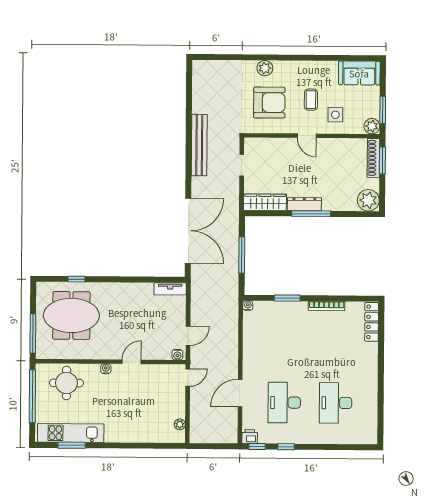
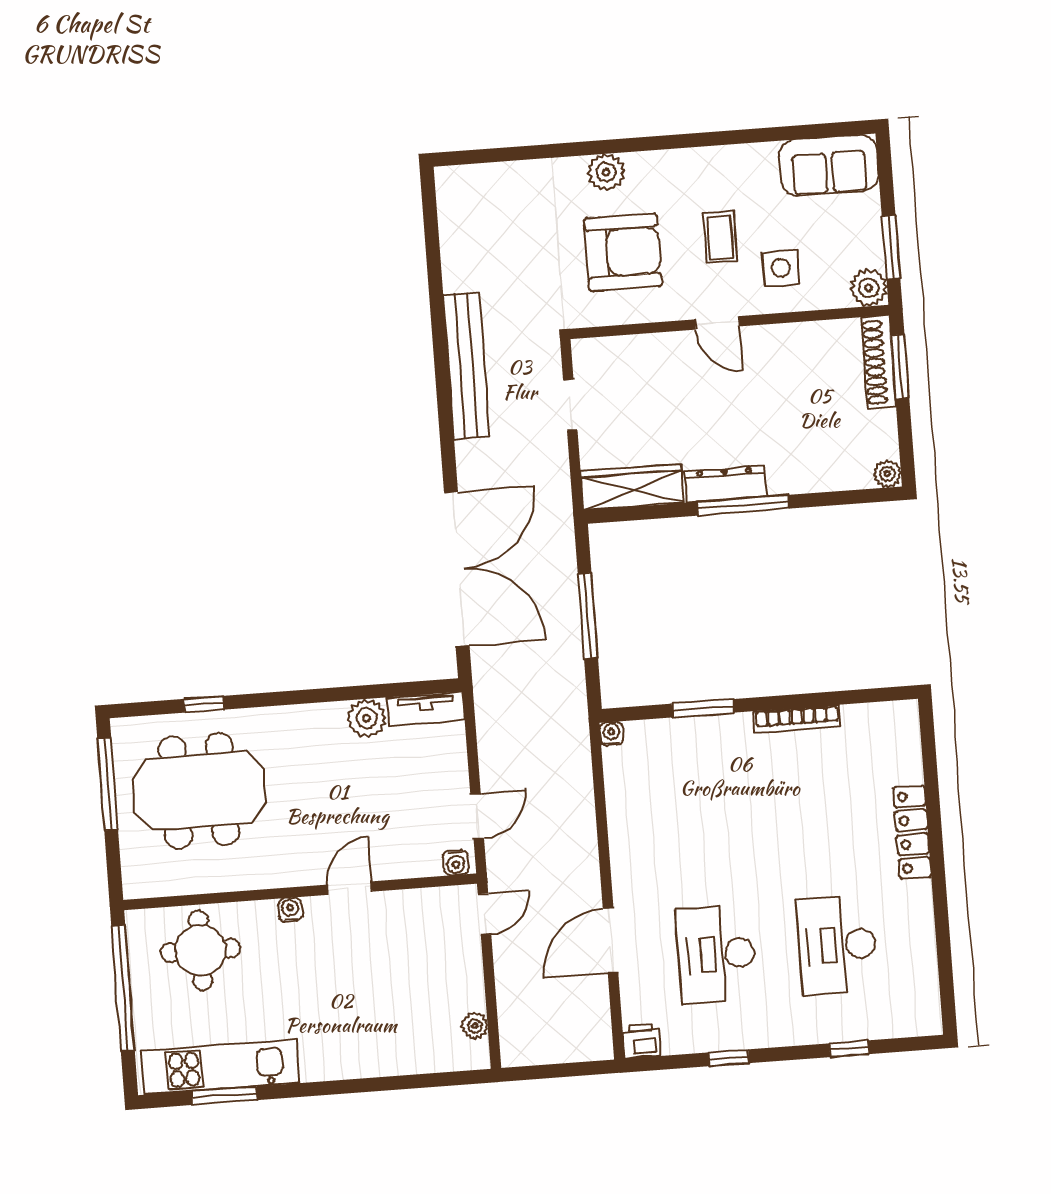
plant: (368, 200) -> (887, 474), width x0.53, depth x0.53
plant: (145, 291) -> (367, 718), added
locker: (372, 322) -> (912, 832), moved
window: (33, 333) -> (108, 784), moved
window: (257, 446) -> (849, 1049), moved

